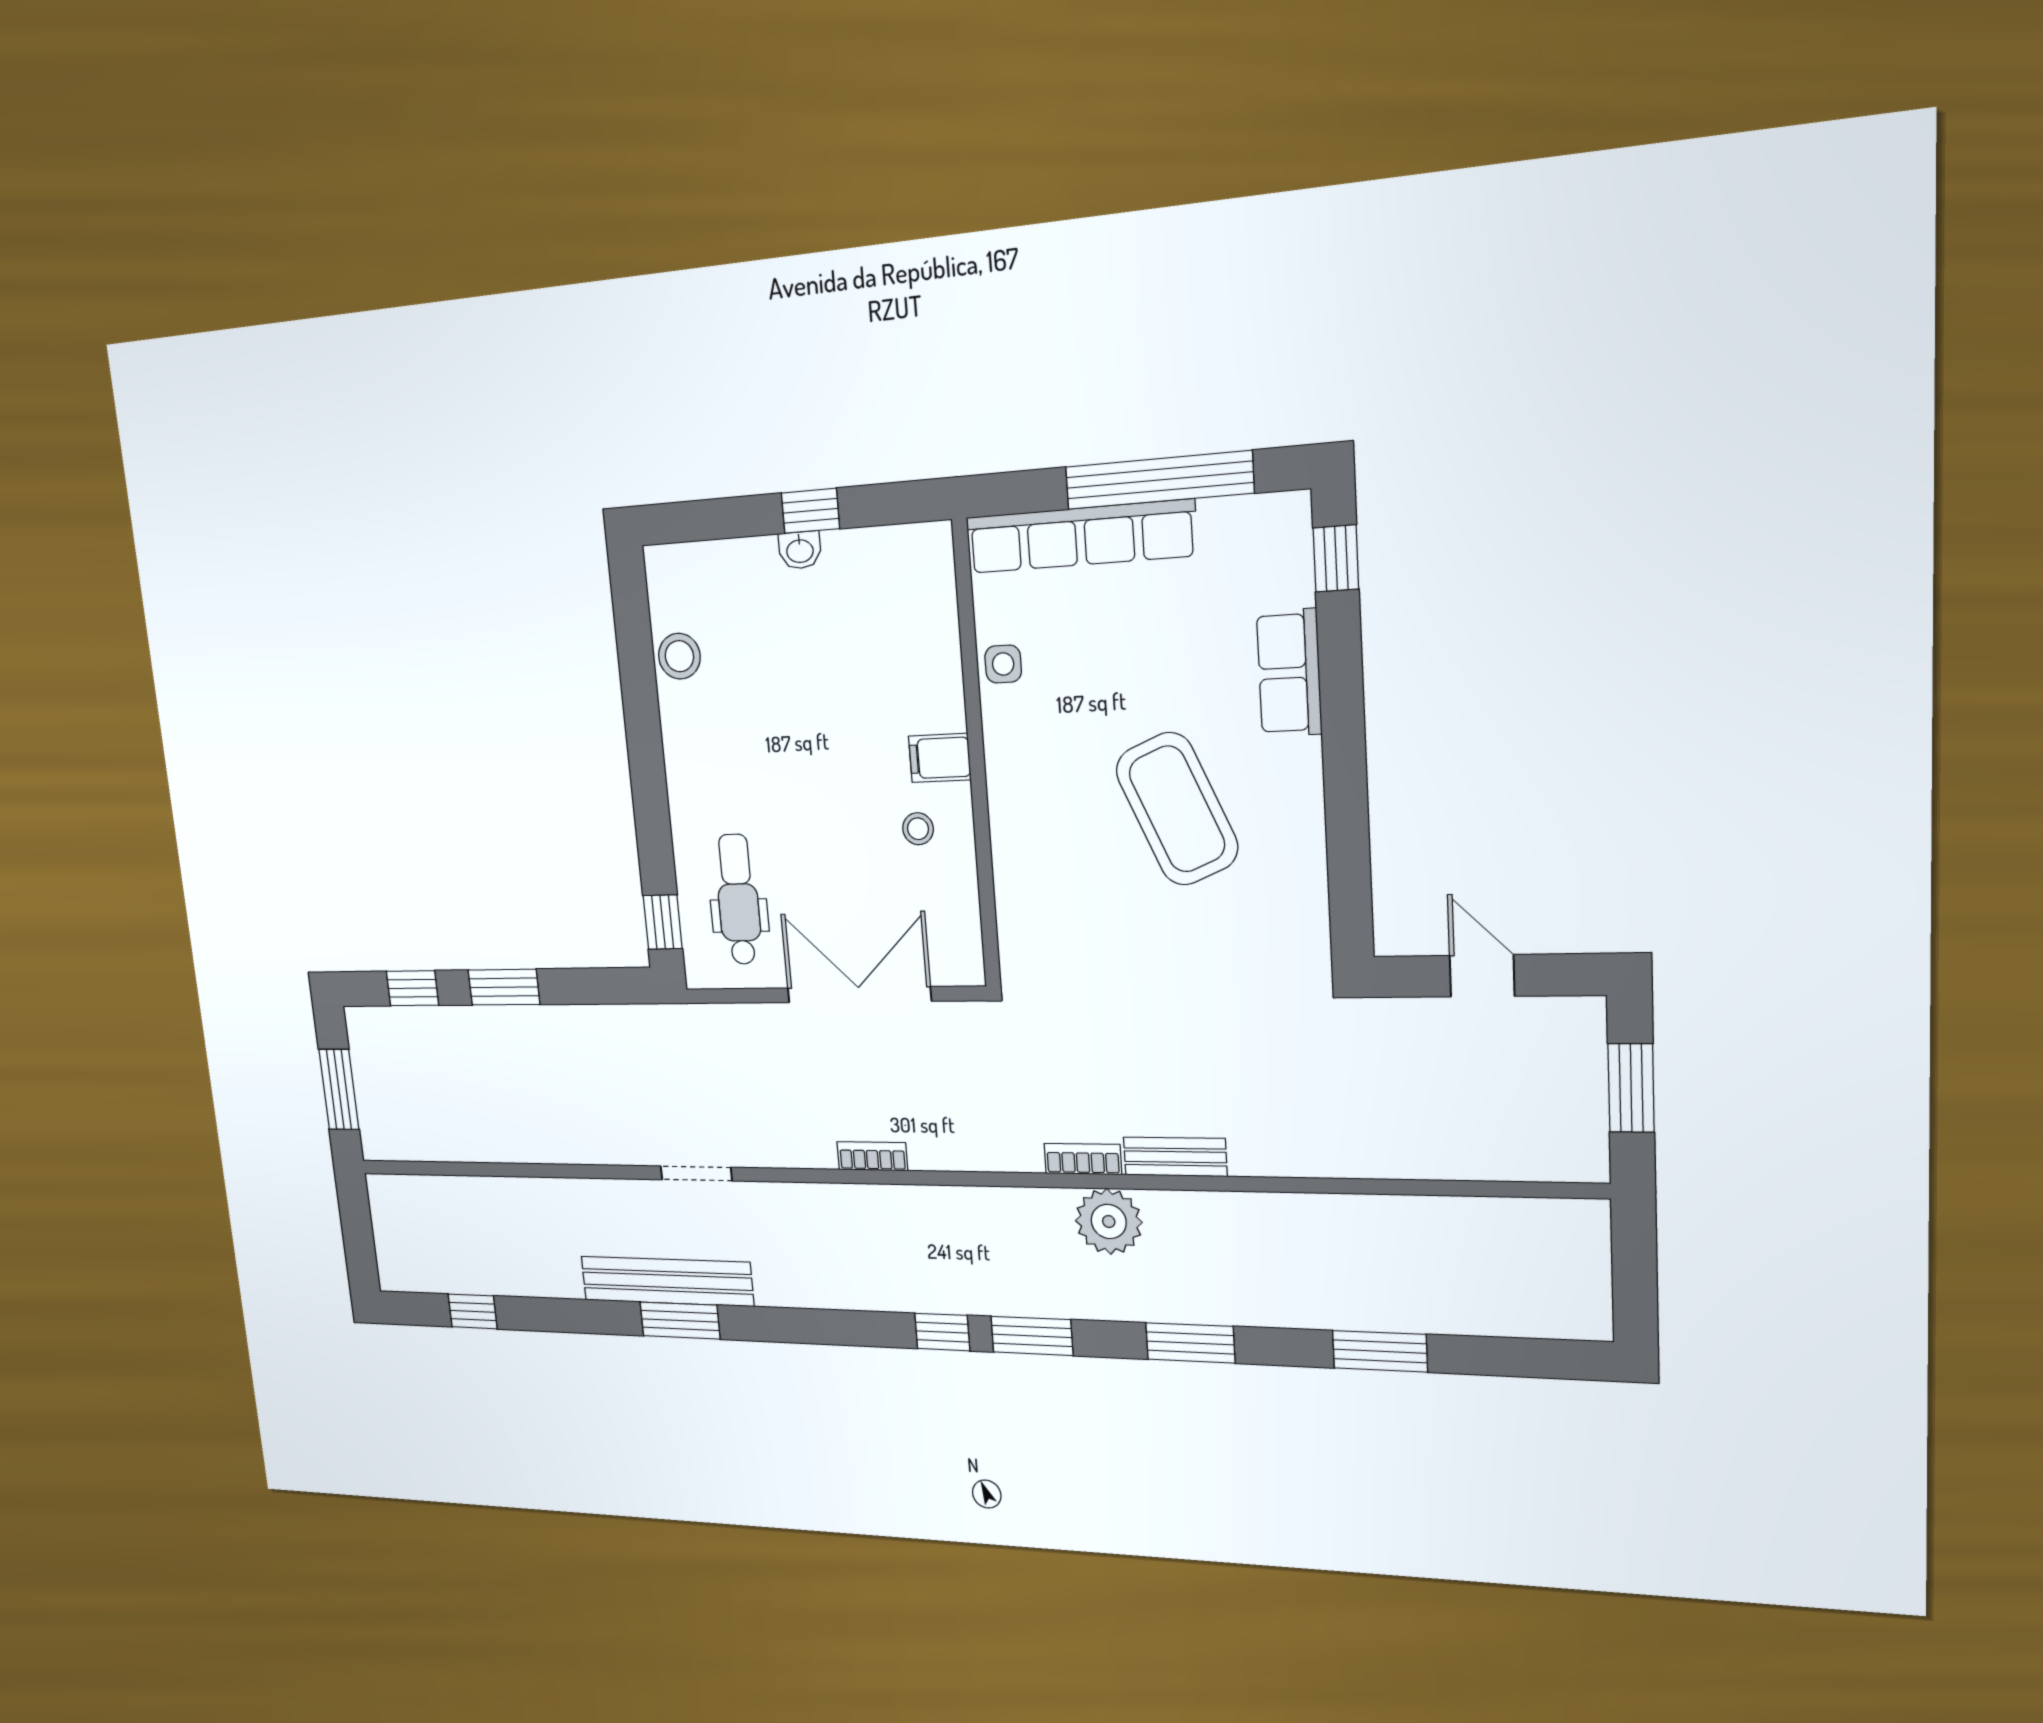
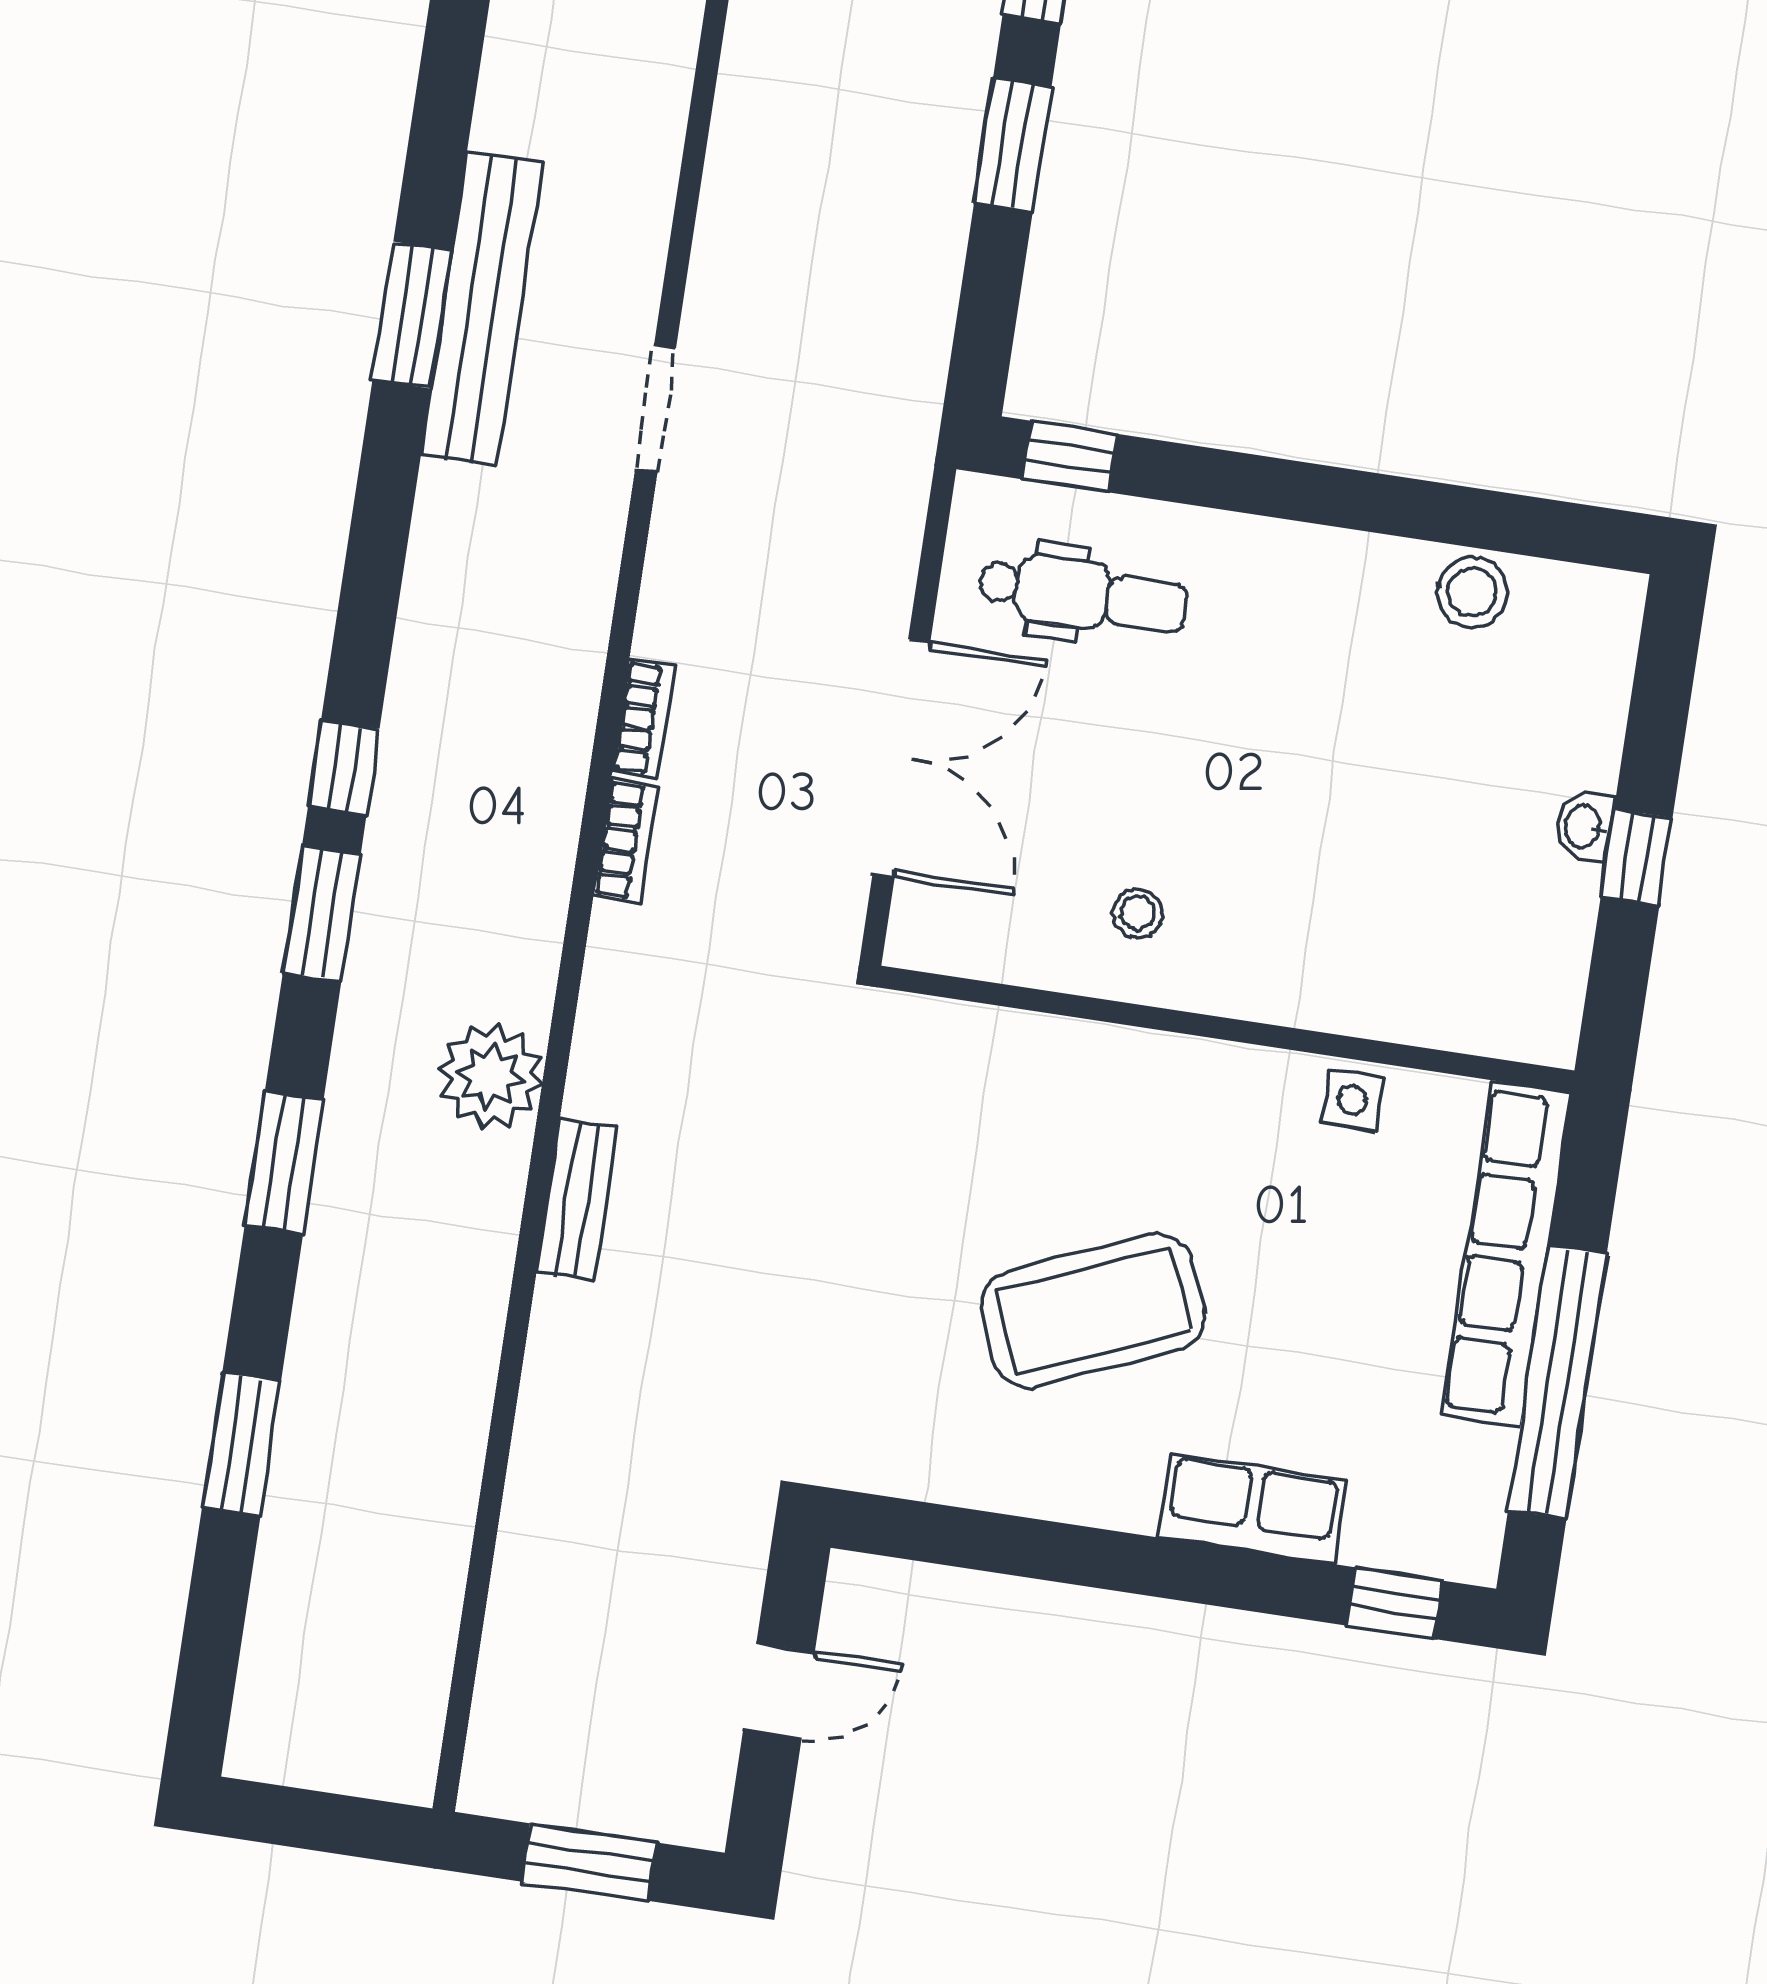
filing cabinet: (940, 758) -> (1236, 972), removed
bookcase: (1083, 1159) -> (626, 841), moved

